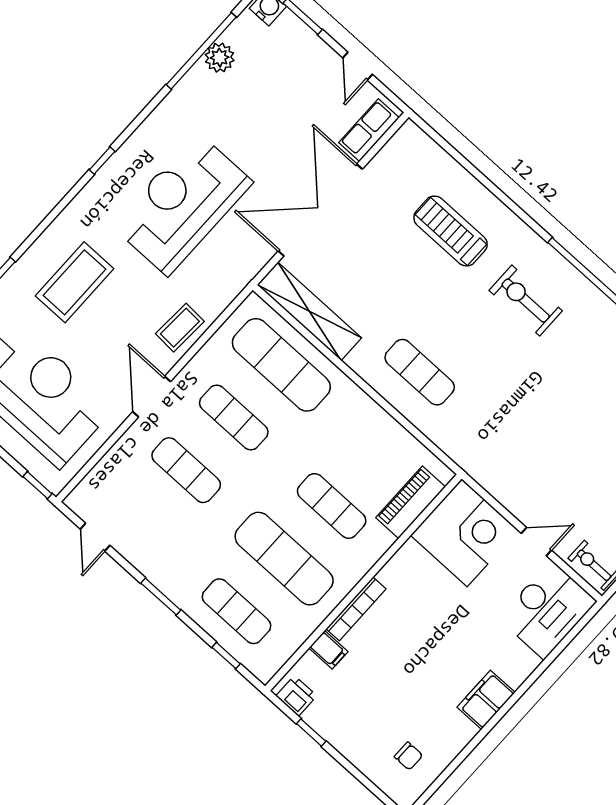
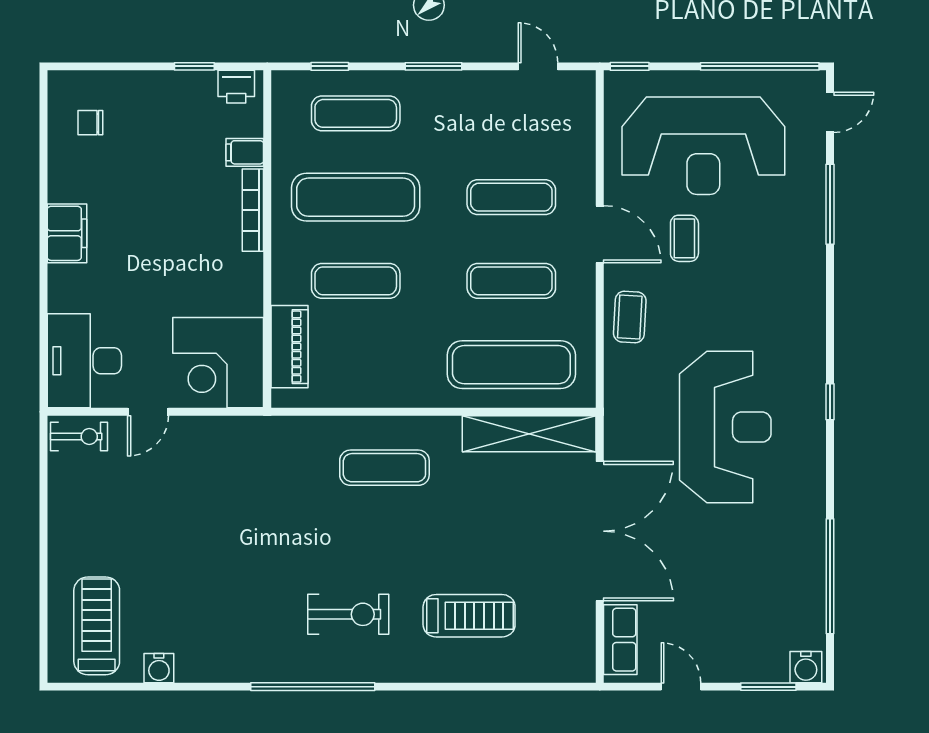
plant: (220, 58) -> (809, 585), removed
coffee table: (75, 282) -> (684, 238), moved, width x0.54, depth x0.58

